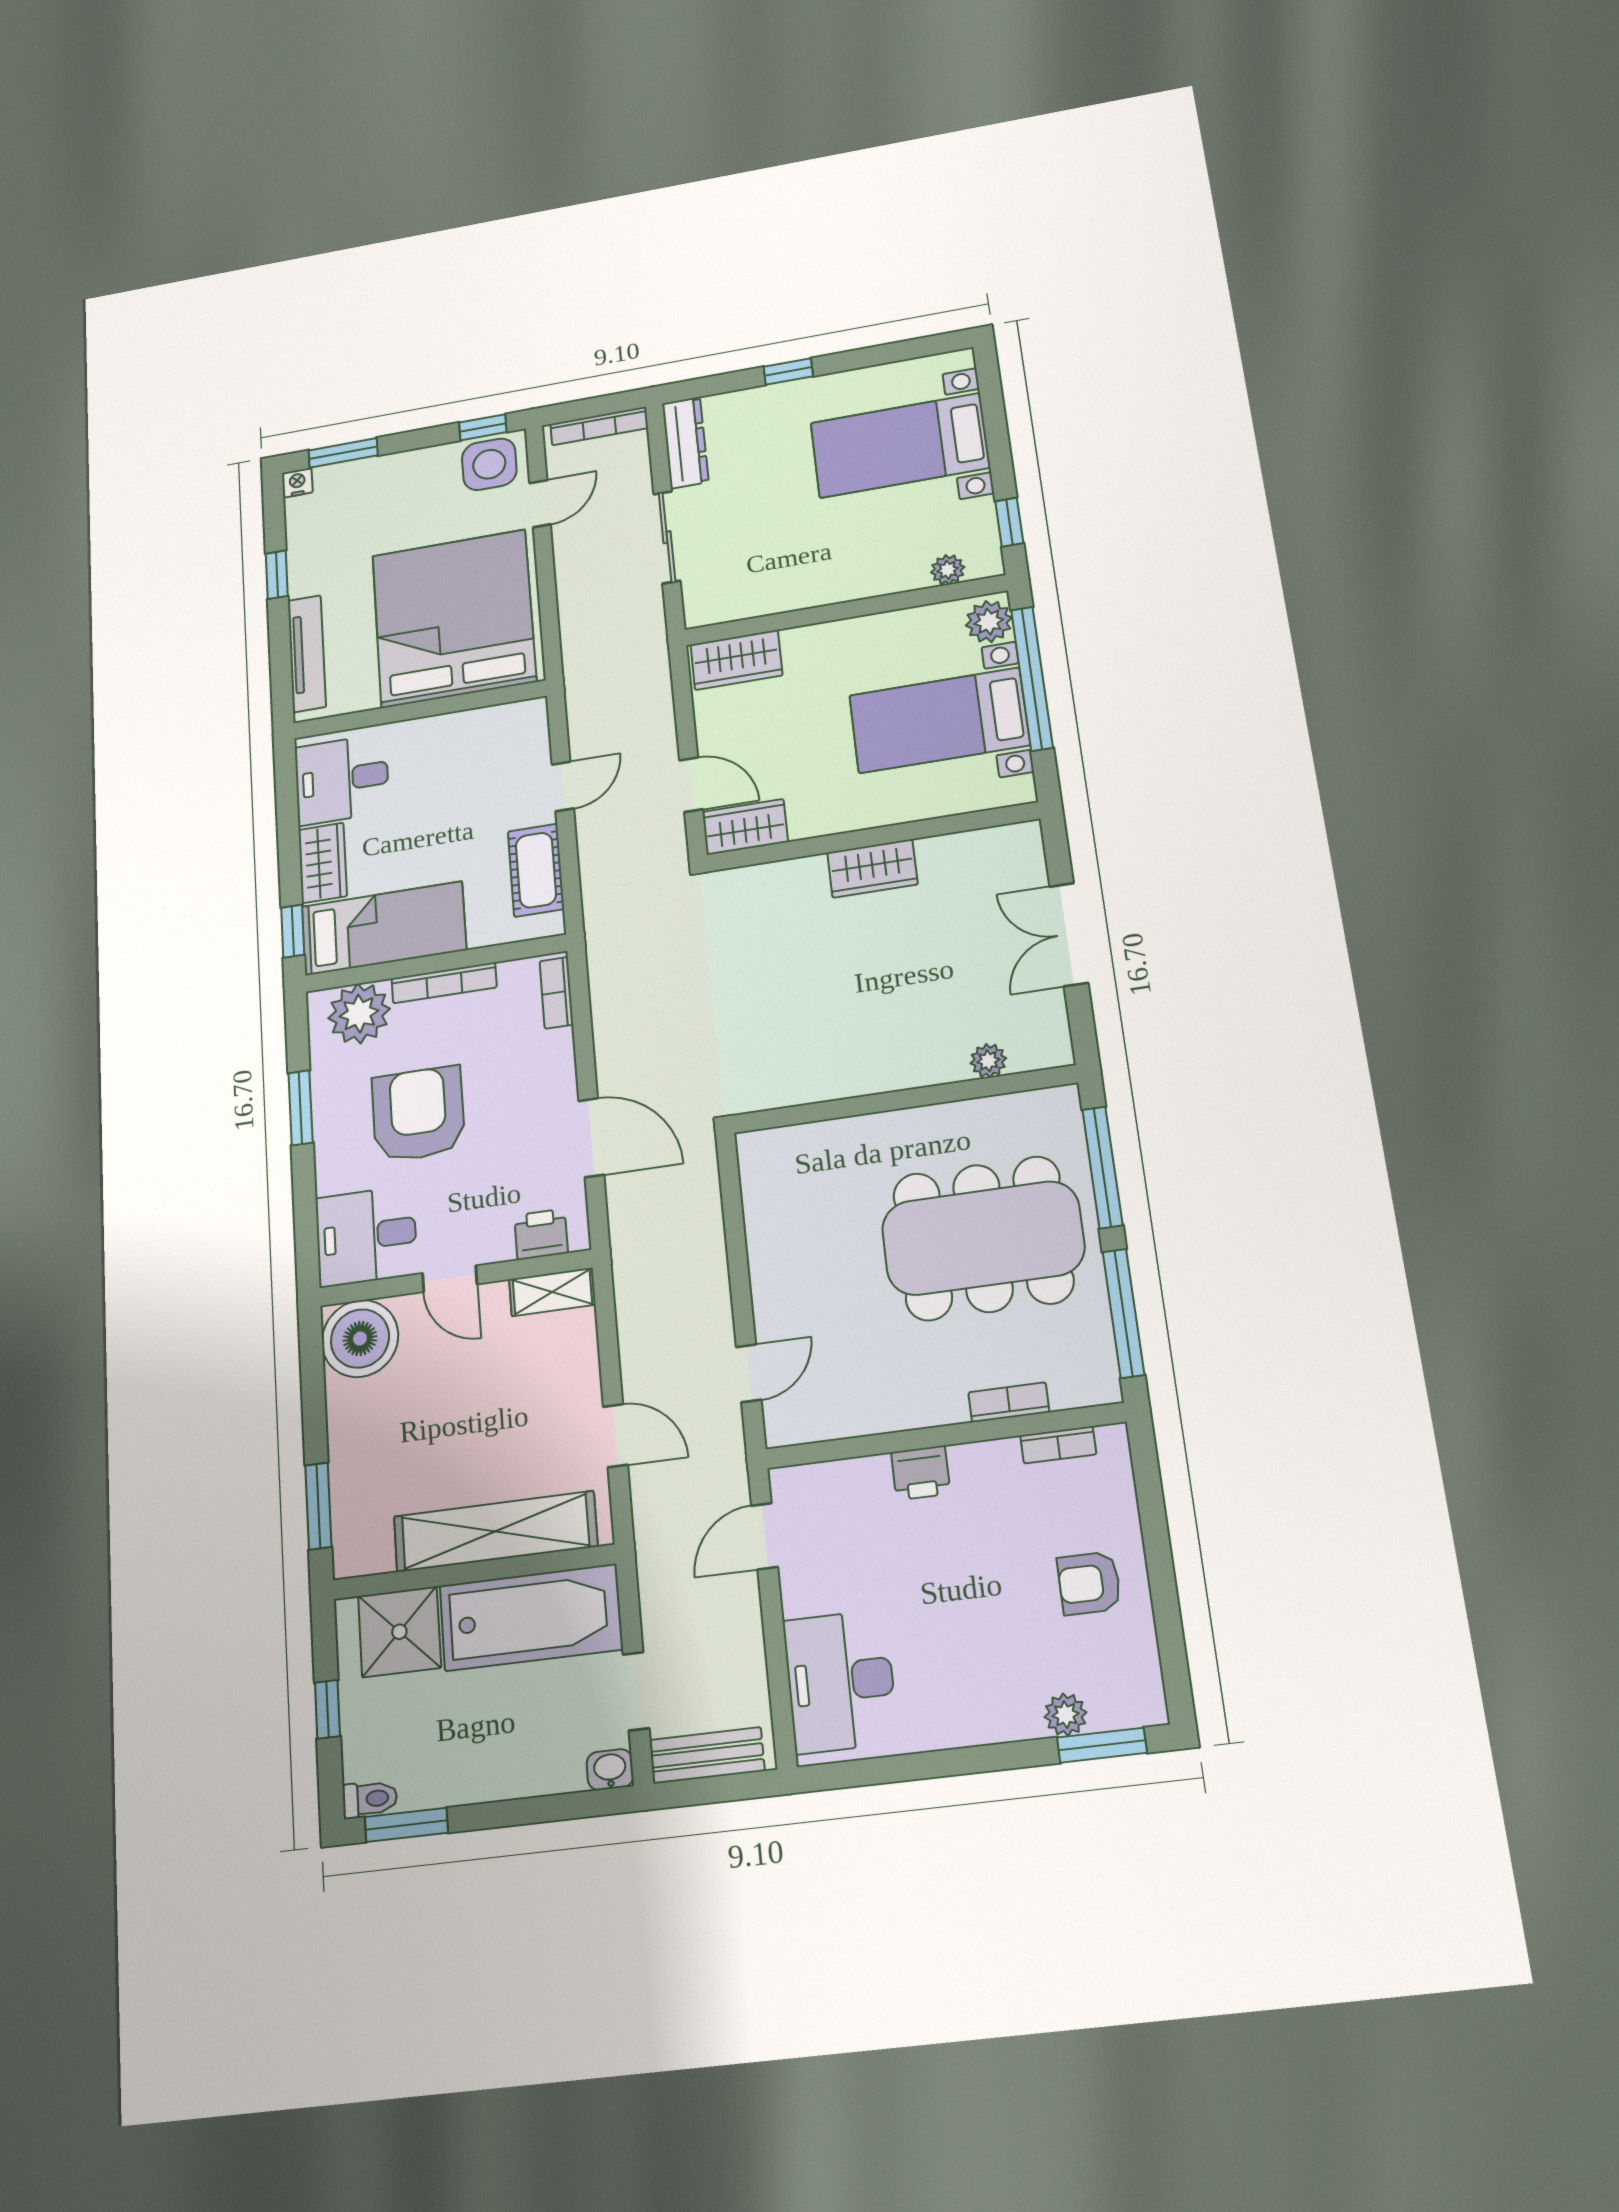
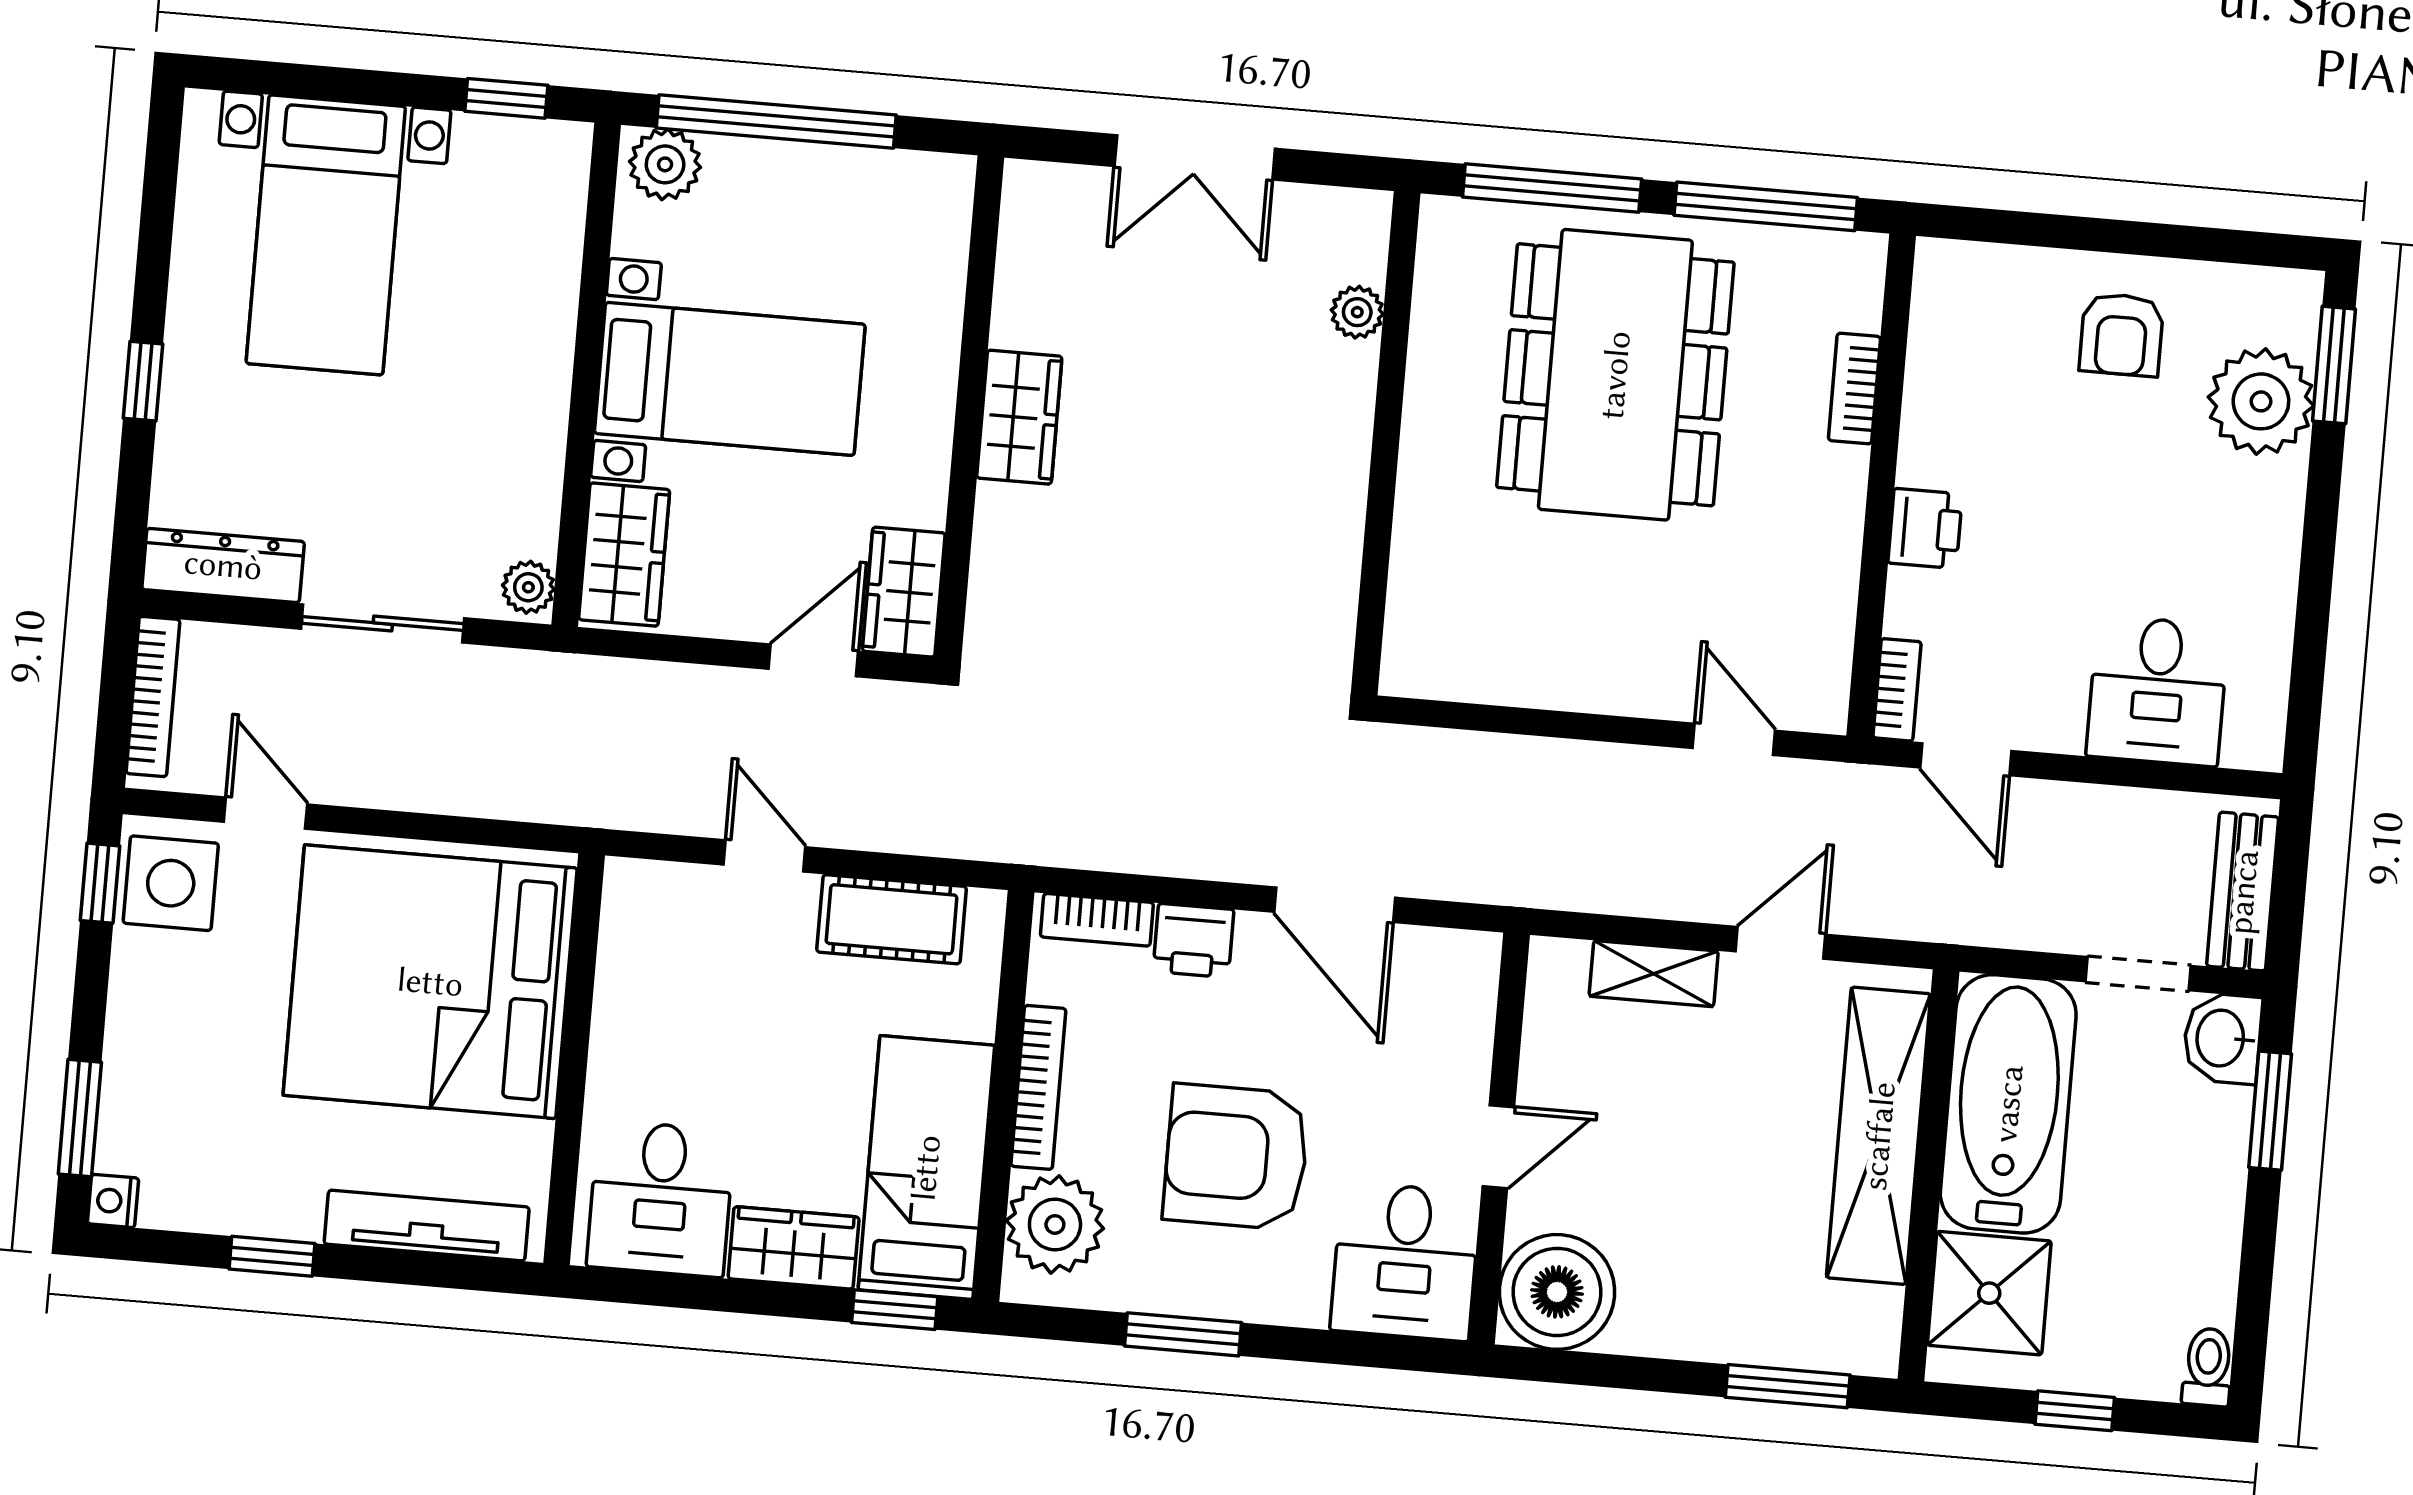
plant: (948, 570) -> (528, 587), moved
bed with nightstands: (939, 720) -> (730, 379), moved, turned -90
door: (591, 1138) -> (1335, 905), swing flipped
printer: (541, 1234) -> (1193, 940), moved, turned -90
shelving: (552, 1292) -> (1654, 974), moved, turned 90
bookcase: (1058, 1445) -> (1897, 690), moved
desk: (840, 1681) -> (2157, 691), width x0.73
plant: (1066, 1715) -> (2261, 401), width x1.88, depth x1.88
washbasin: (610, 1770) -> (2222, 1038), width x1.38, depth x1.45
window: (406, 1825) -> (2270, 1111), moved

